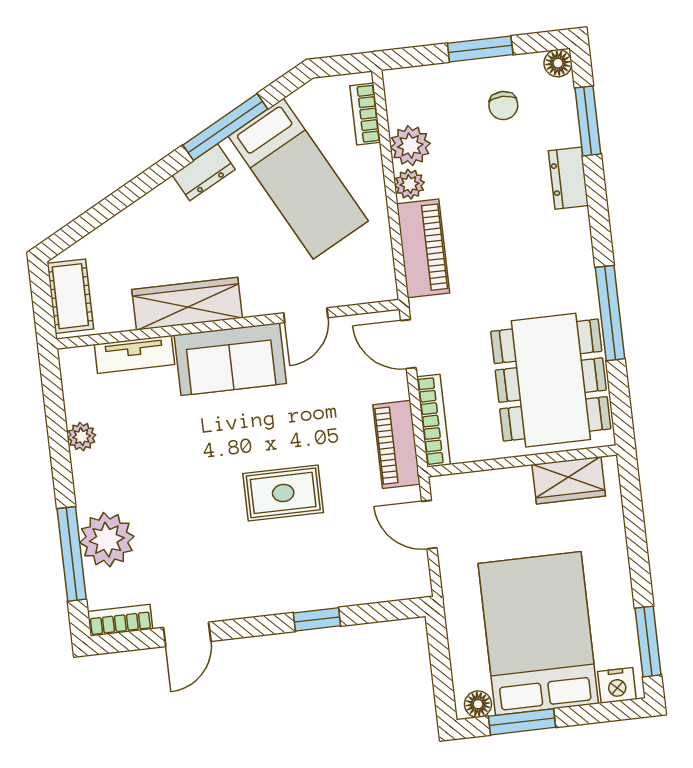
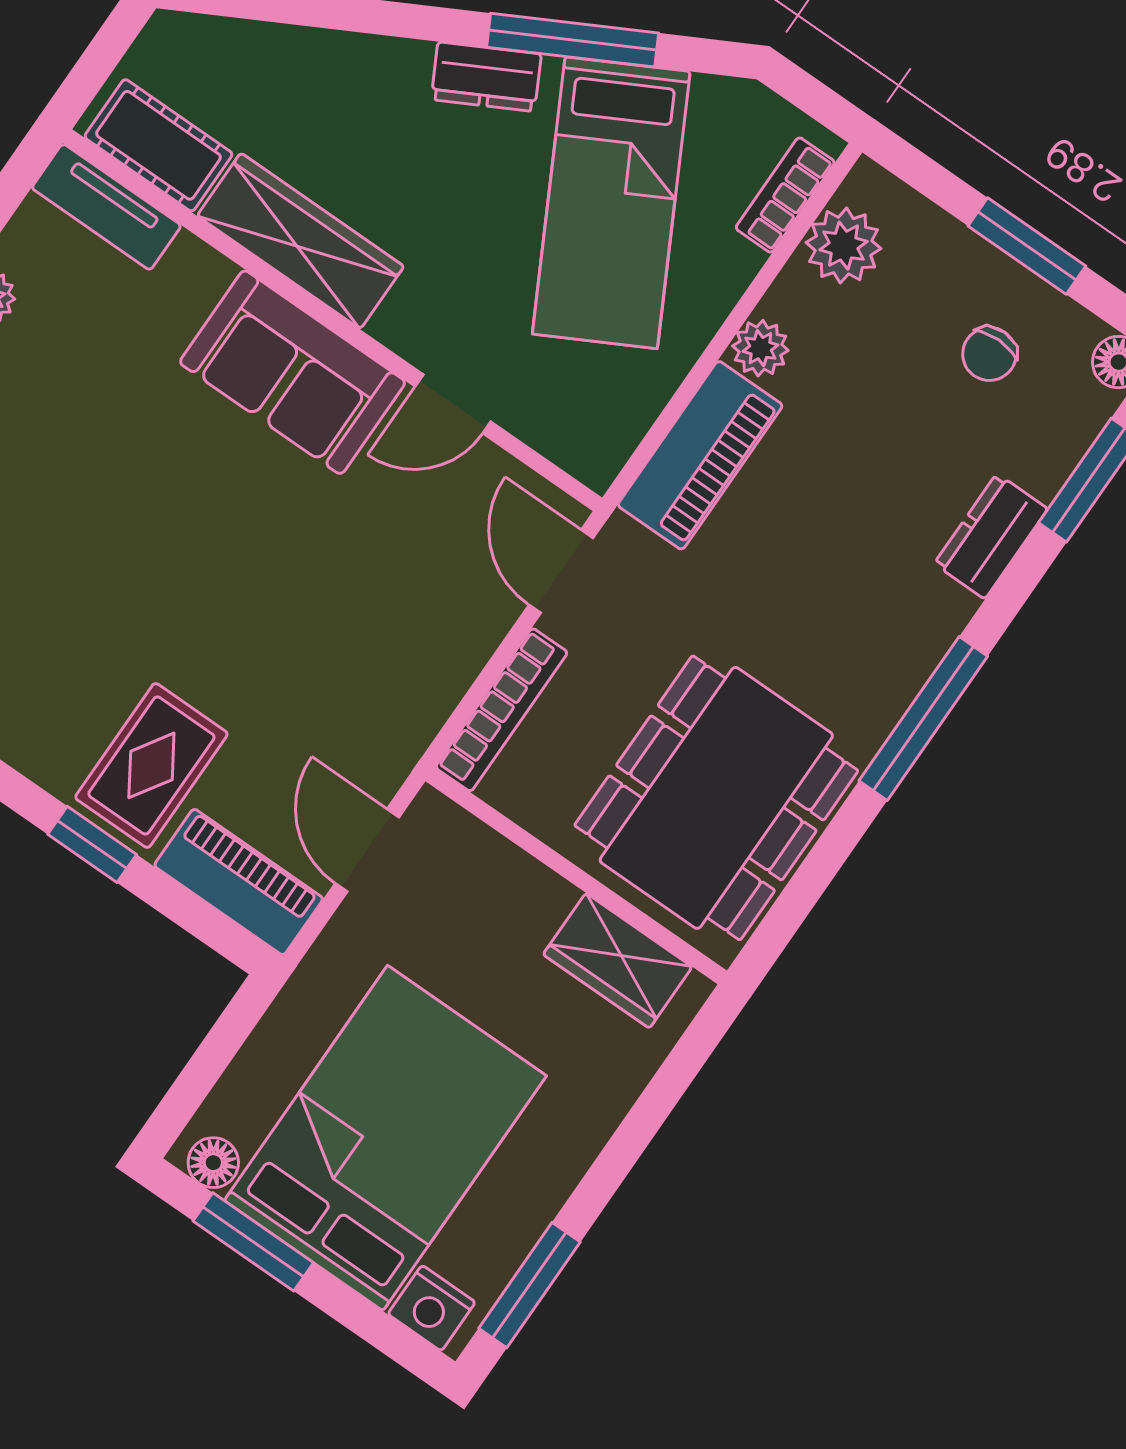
plant: (410, 146) -> (844, 246), moved
cot: (70, 296) -> (158, 145), moved, turned 90
window: (610, 313) -> (923, 718), moved
tv unit: (134, 354) -> (106, 207), moved
piano: (396, 444) -> (239, 882), moved, turned 90
rug: (283, 493) -> (151, 765), moved, turned 90

